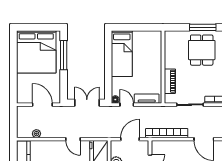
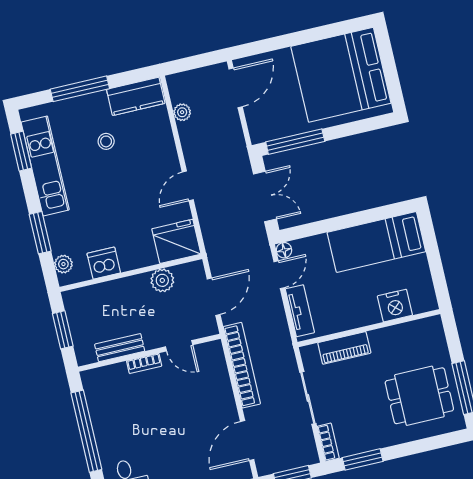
nightstand: (155, 52) -> (395, 306), added
window: (64, 55) -> (295, 142), moved
door: (42, 105) -> (236, 88), moved
door: (130, 139) -> (214, 297), hinge flipped

